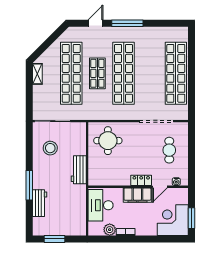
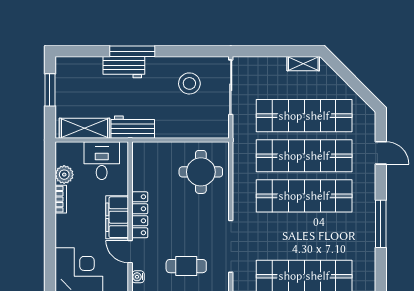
window: (127, 23) -> (381, 224), moved
shop shelf: (97, 73) -> (304, 156), width x2.00, depth x1.36
workbench: (79, 170) -> (133, 127), moved
locker: (141, 180) -> (140, 215), width x1.53
workbench: (40, 203) -> (124, 67), moved
desk: (101, 205) -> (102, 161), width x0.73
shelving: (79, 216) -> (85, 128), added

